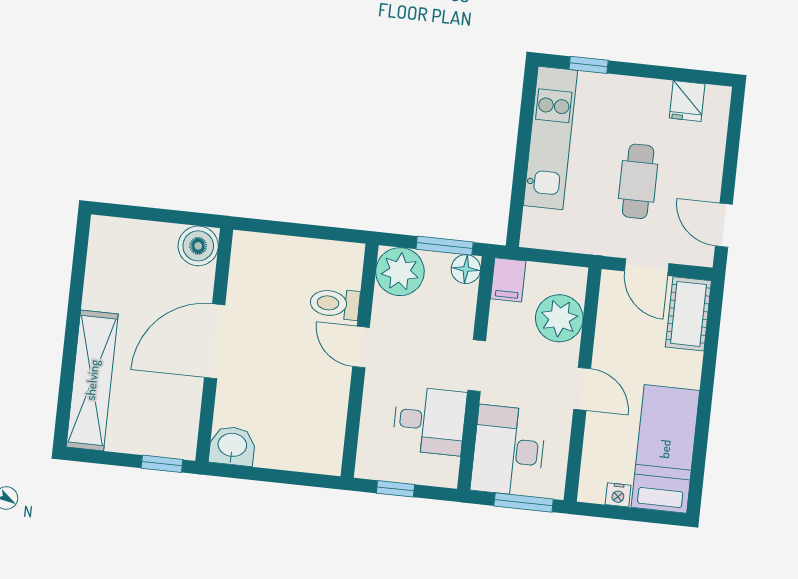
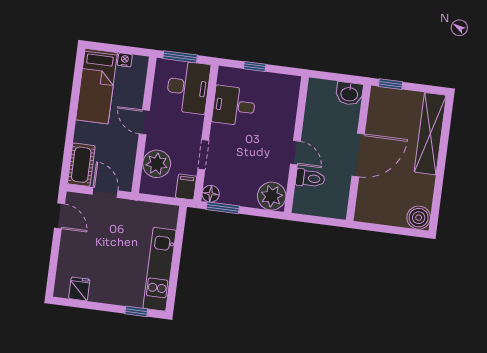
cafe table: (638, 181) -> (109, 243), removed
boiler: (198, 246) -> (419, 218), moved
plant: (400, 272) -> (272, 196), moved
toilet: (335, 304) -> (310, 178), moved
door: (361, 347) -> (295, 153), moved
wall: (360, 361) -> (296, 145), moved
doorway: (477, 366) -> (203, 155), moved

